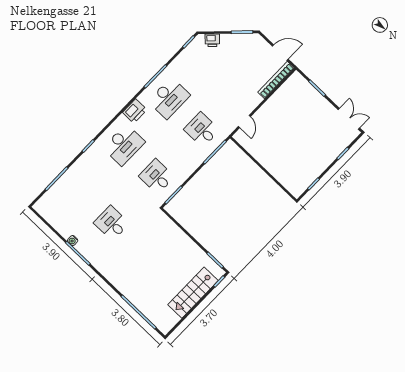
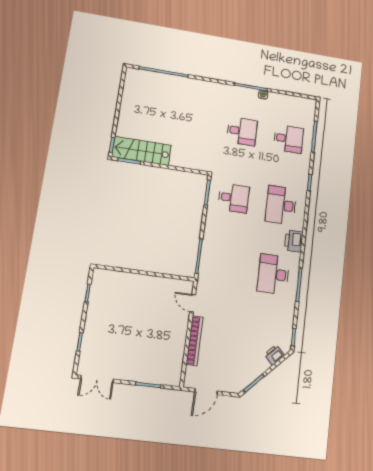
bookcase: (276, 80) -> (194, 341), moved
desk: (202, 130) -> (288, 139), moved
stairs: (193, 293) -> (142, 151), moved, turned -90

